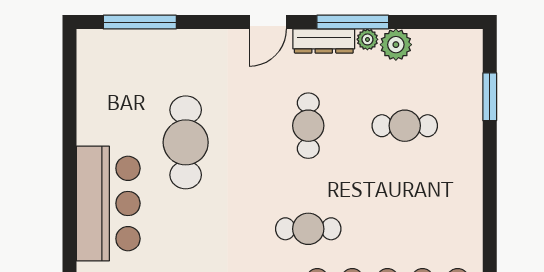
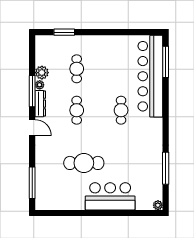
cafe table: (308, 126) -> (77, 110), turned 90

